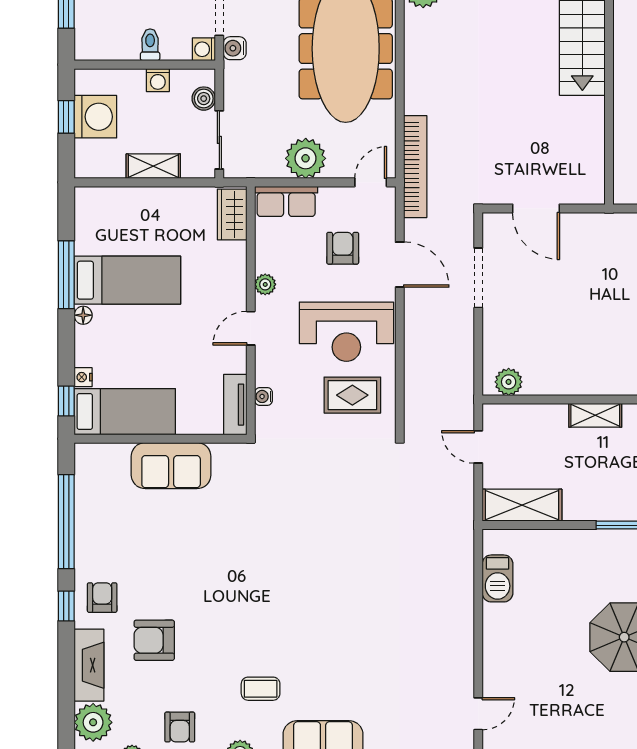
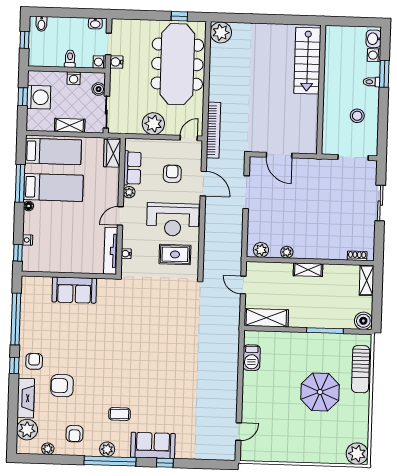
row of seats: (286, 201) -> (132, 168), moved, turned -90
plant: (556, 385) -> (287, 252), added
tv unit: (235, 405) -> (111, 251), width x1.41
bed: (125, 411) -> (53, 151), moved

